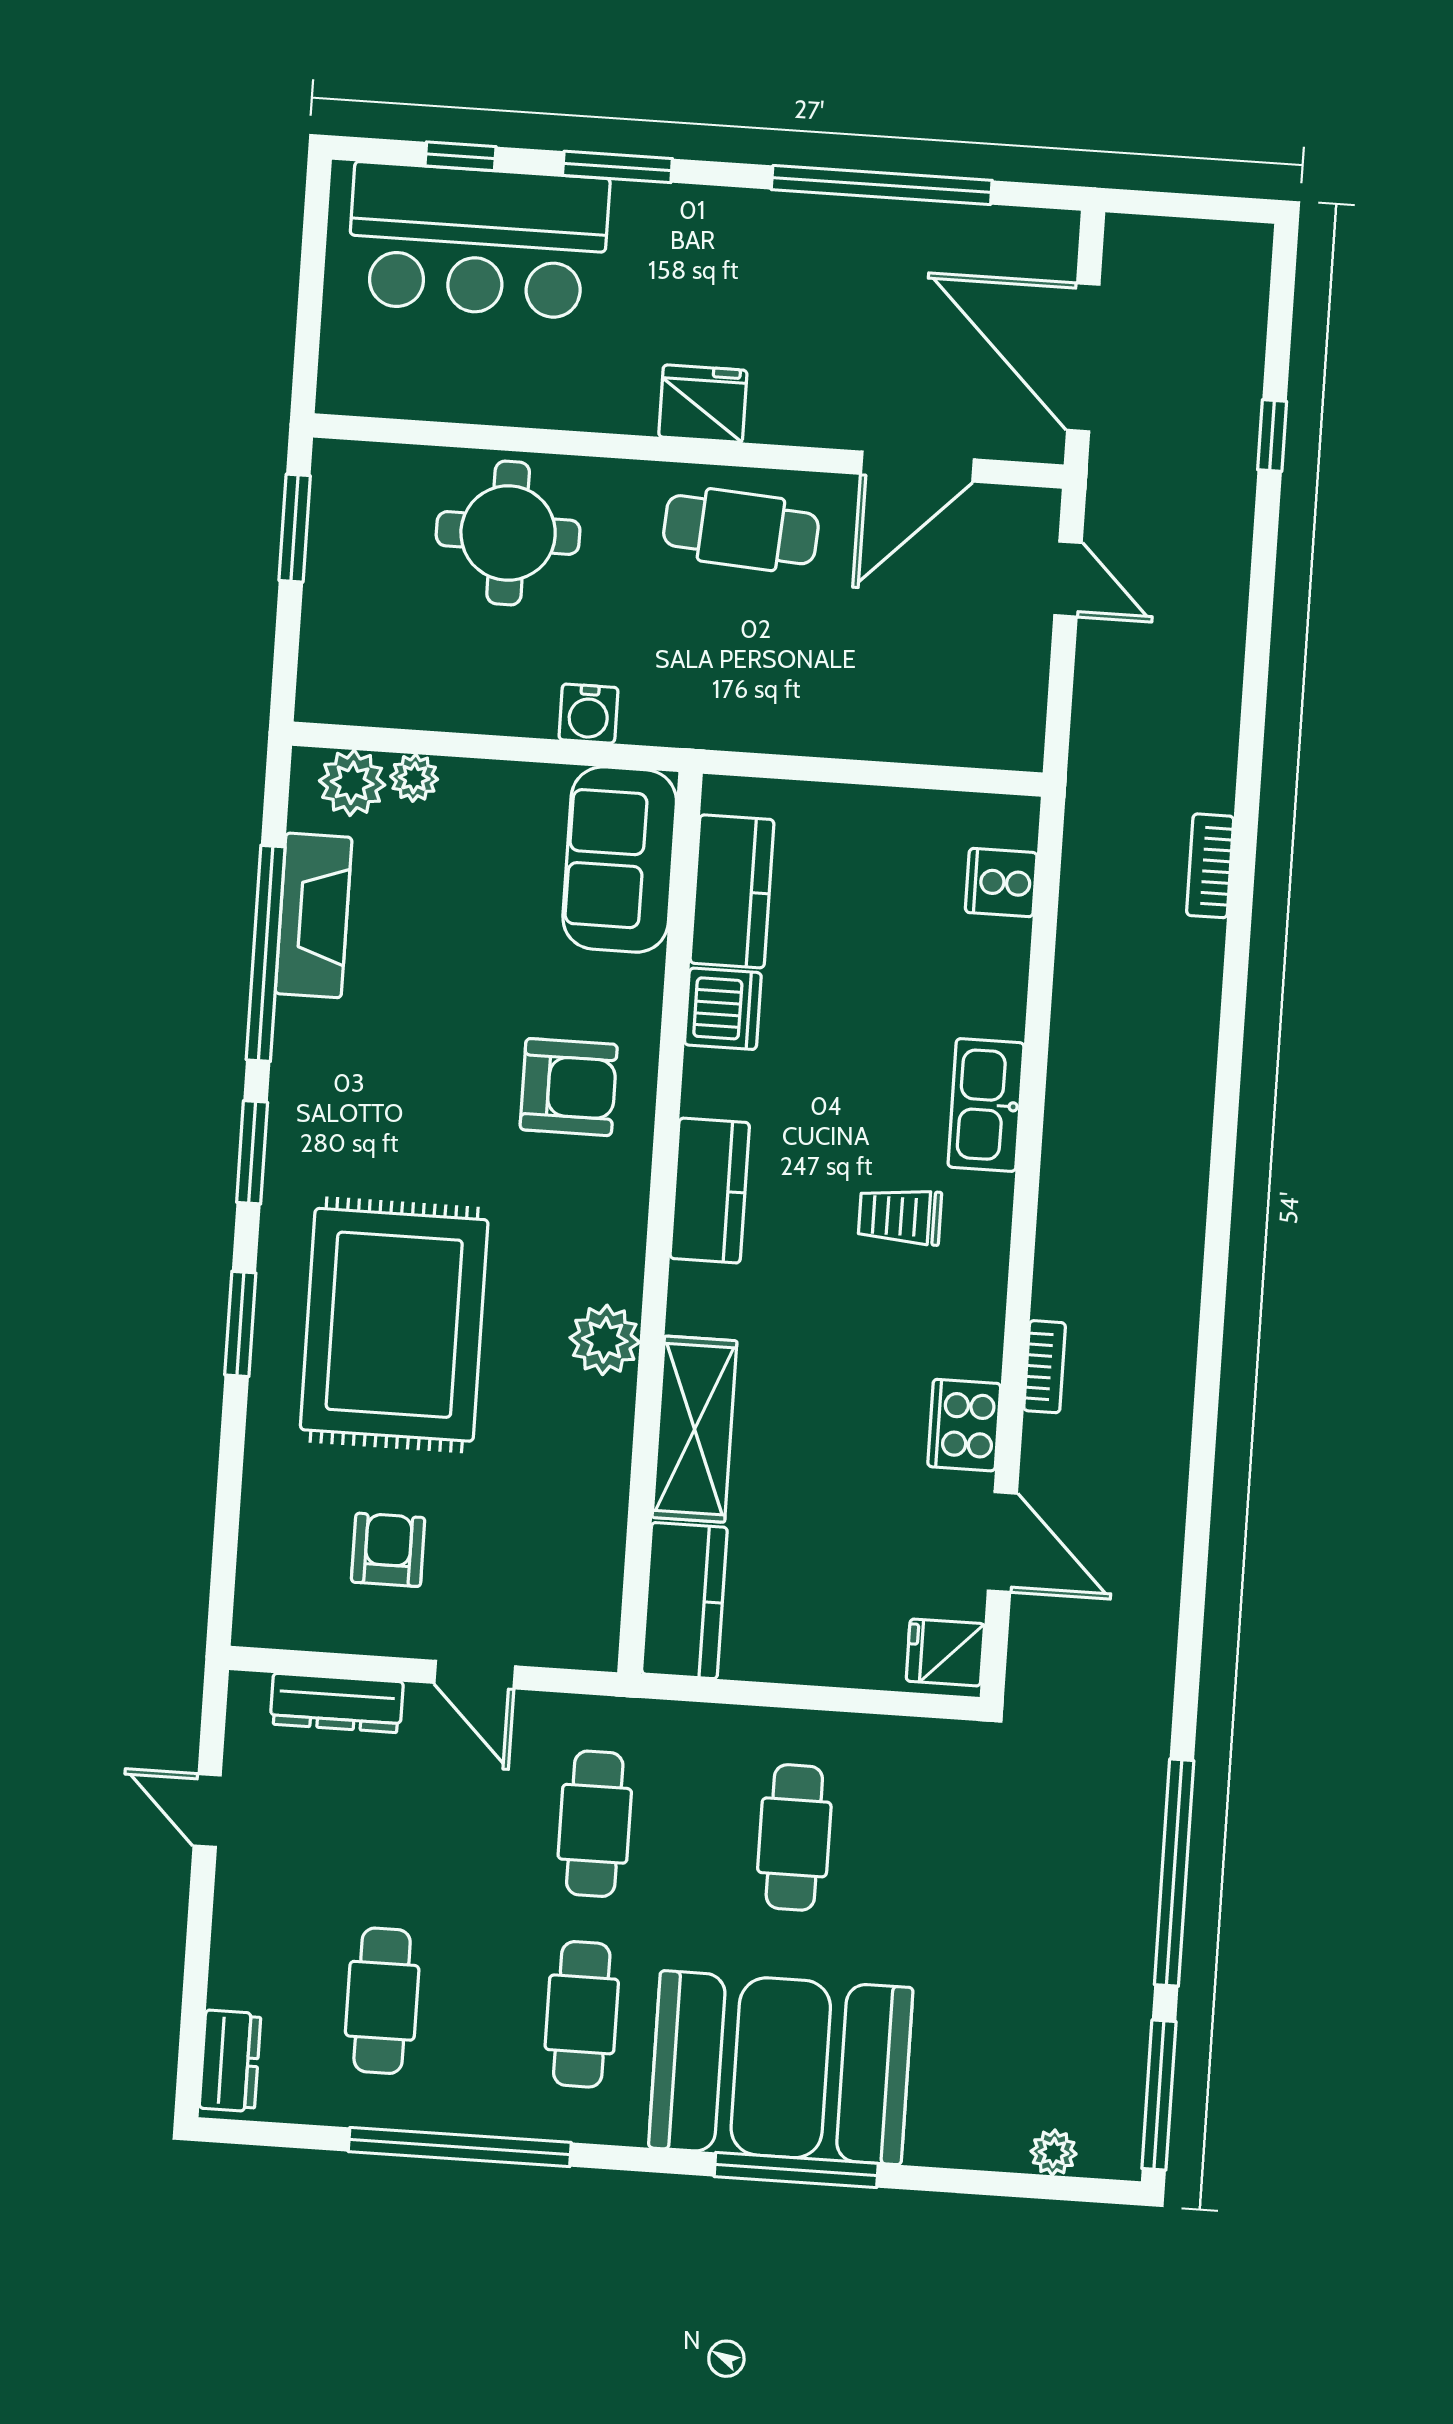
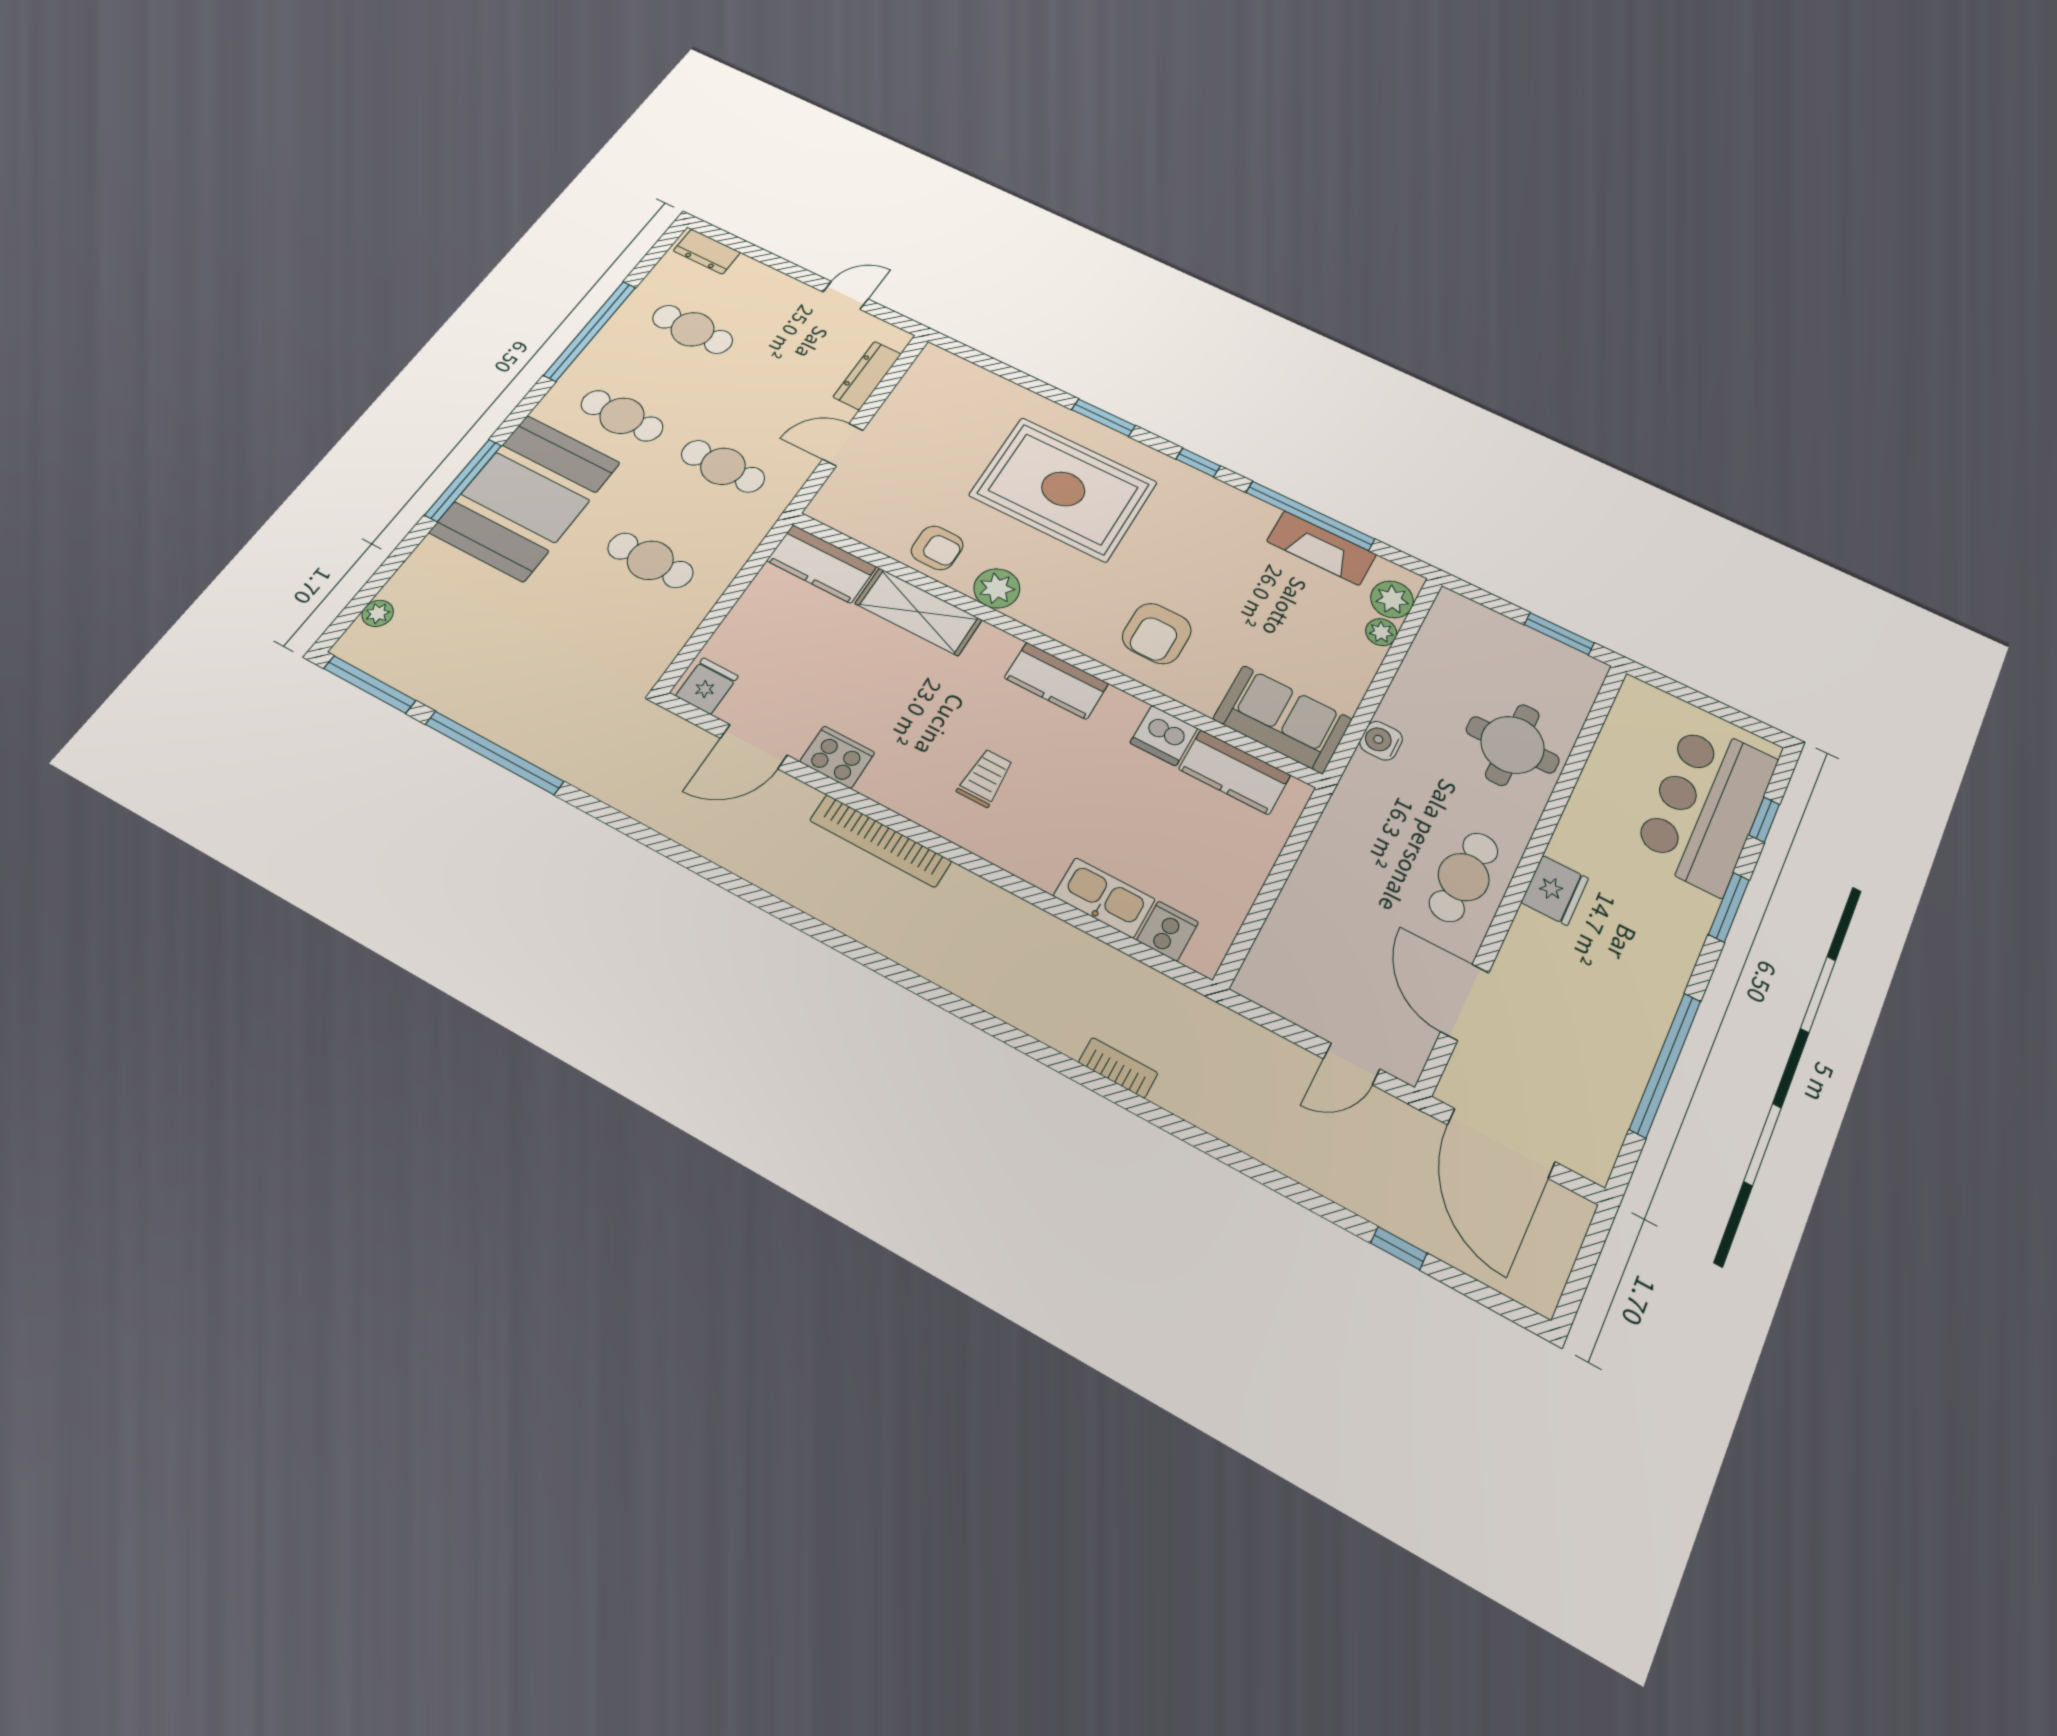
door: (1083, 357) -> (1501, 1143), swing flipped
kitchen sink: (986, 1105) -> (1104, 898), moved
window: (252, 1152) -> (1198, 462), width x0.67
bookcase: (1045, 1367) -> (880, 841), width x2.31, depth x1.31
armchair: (388, 1550) -> (937, 548), moved

